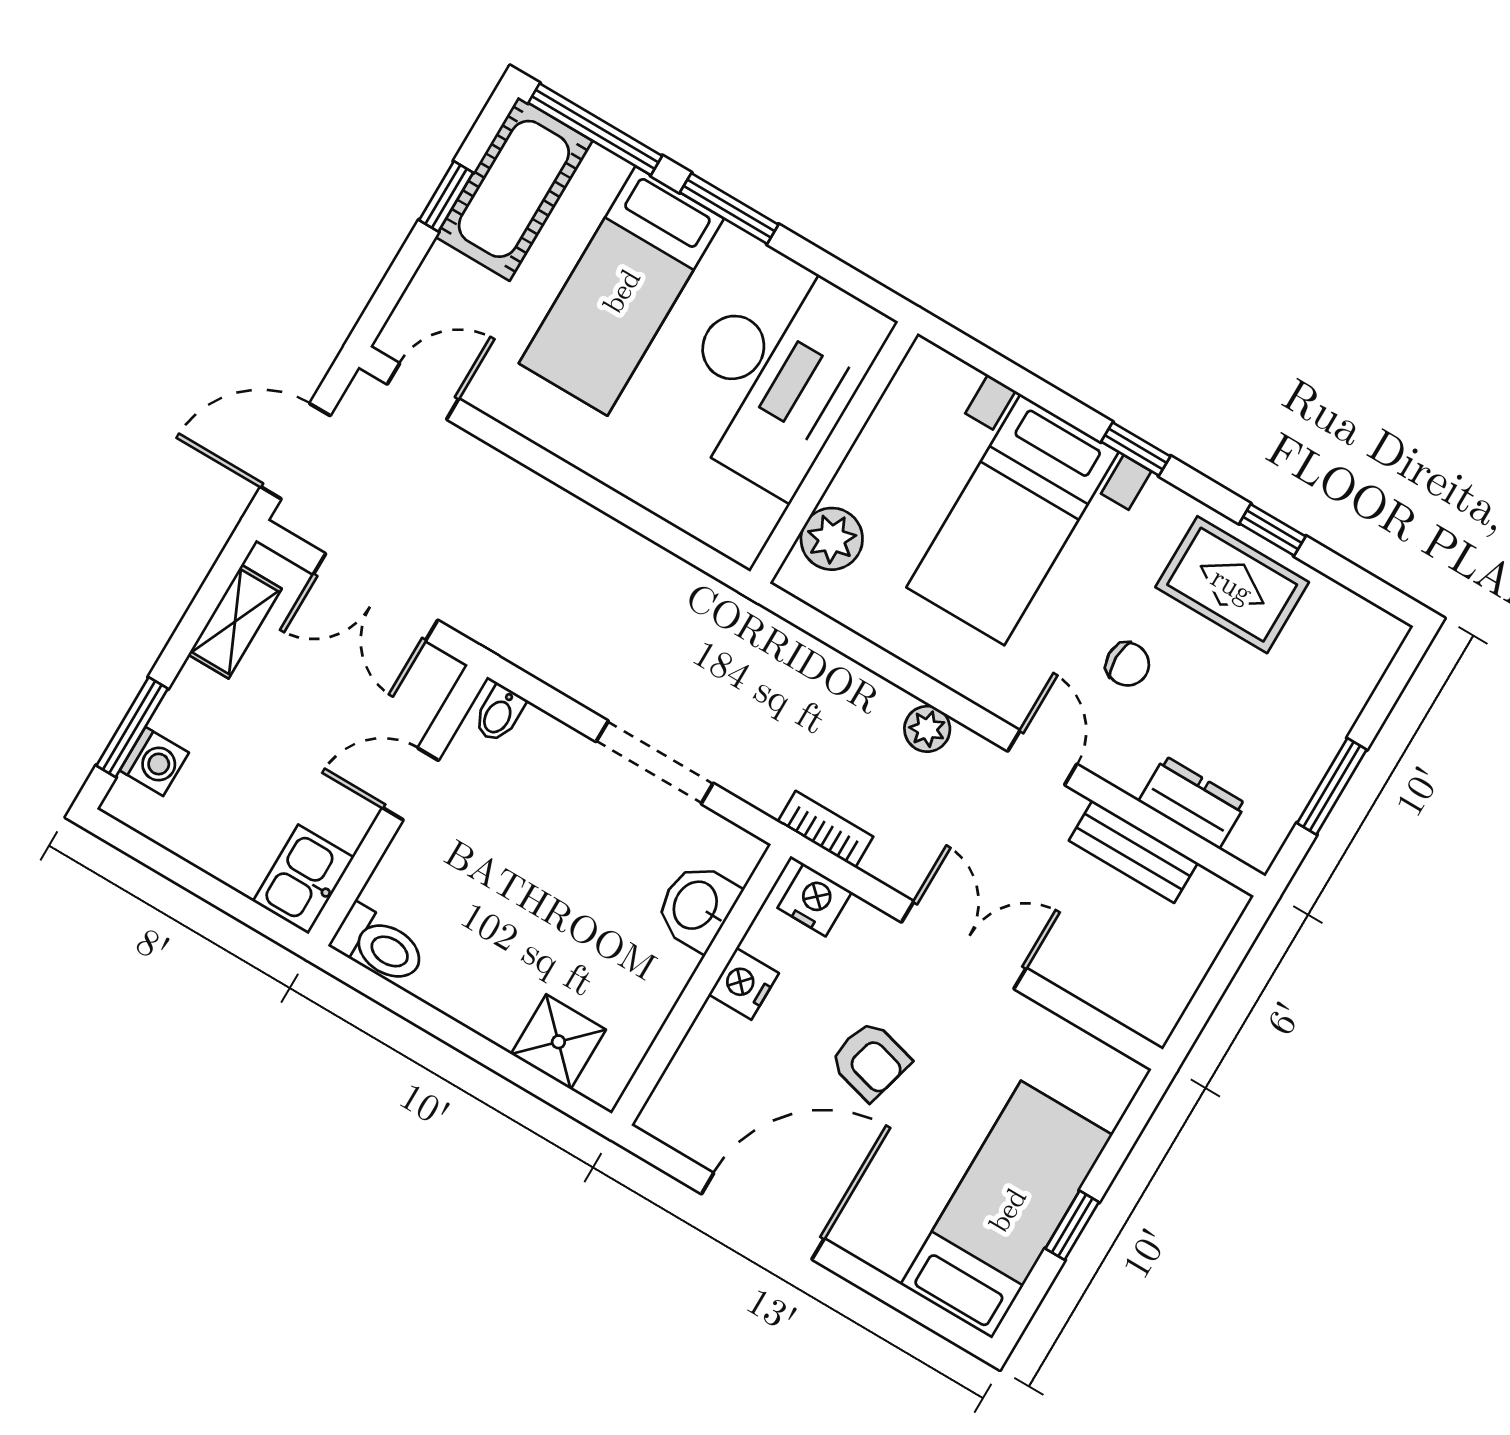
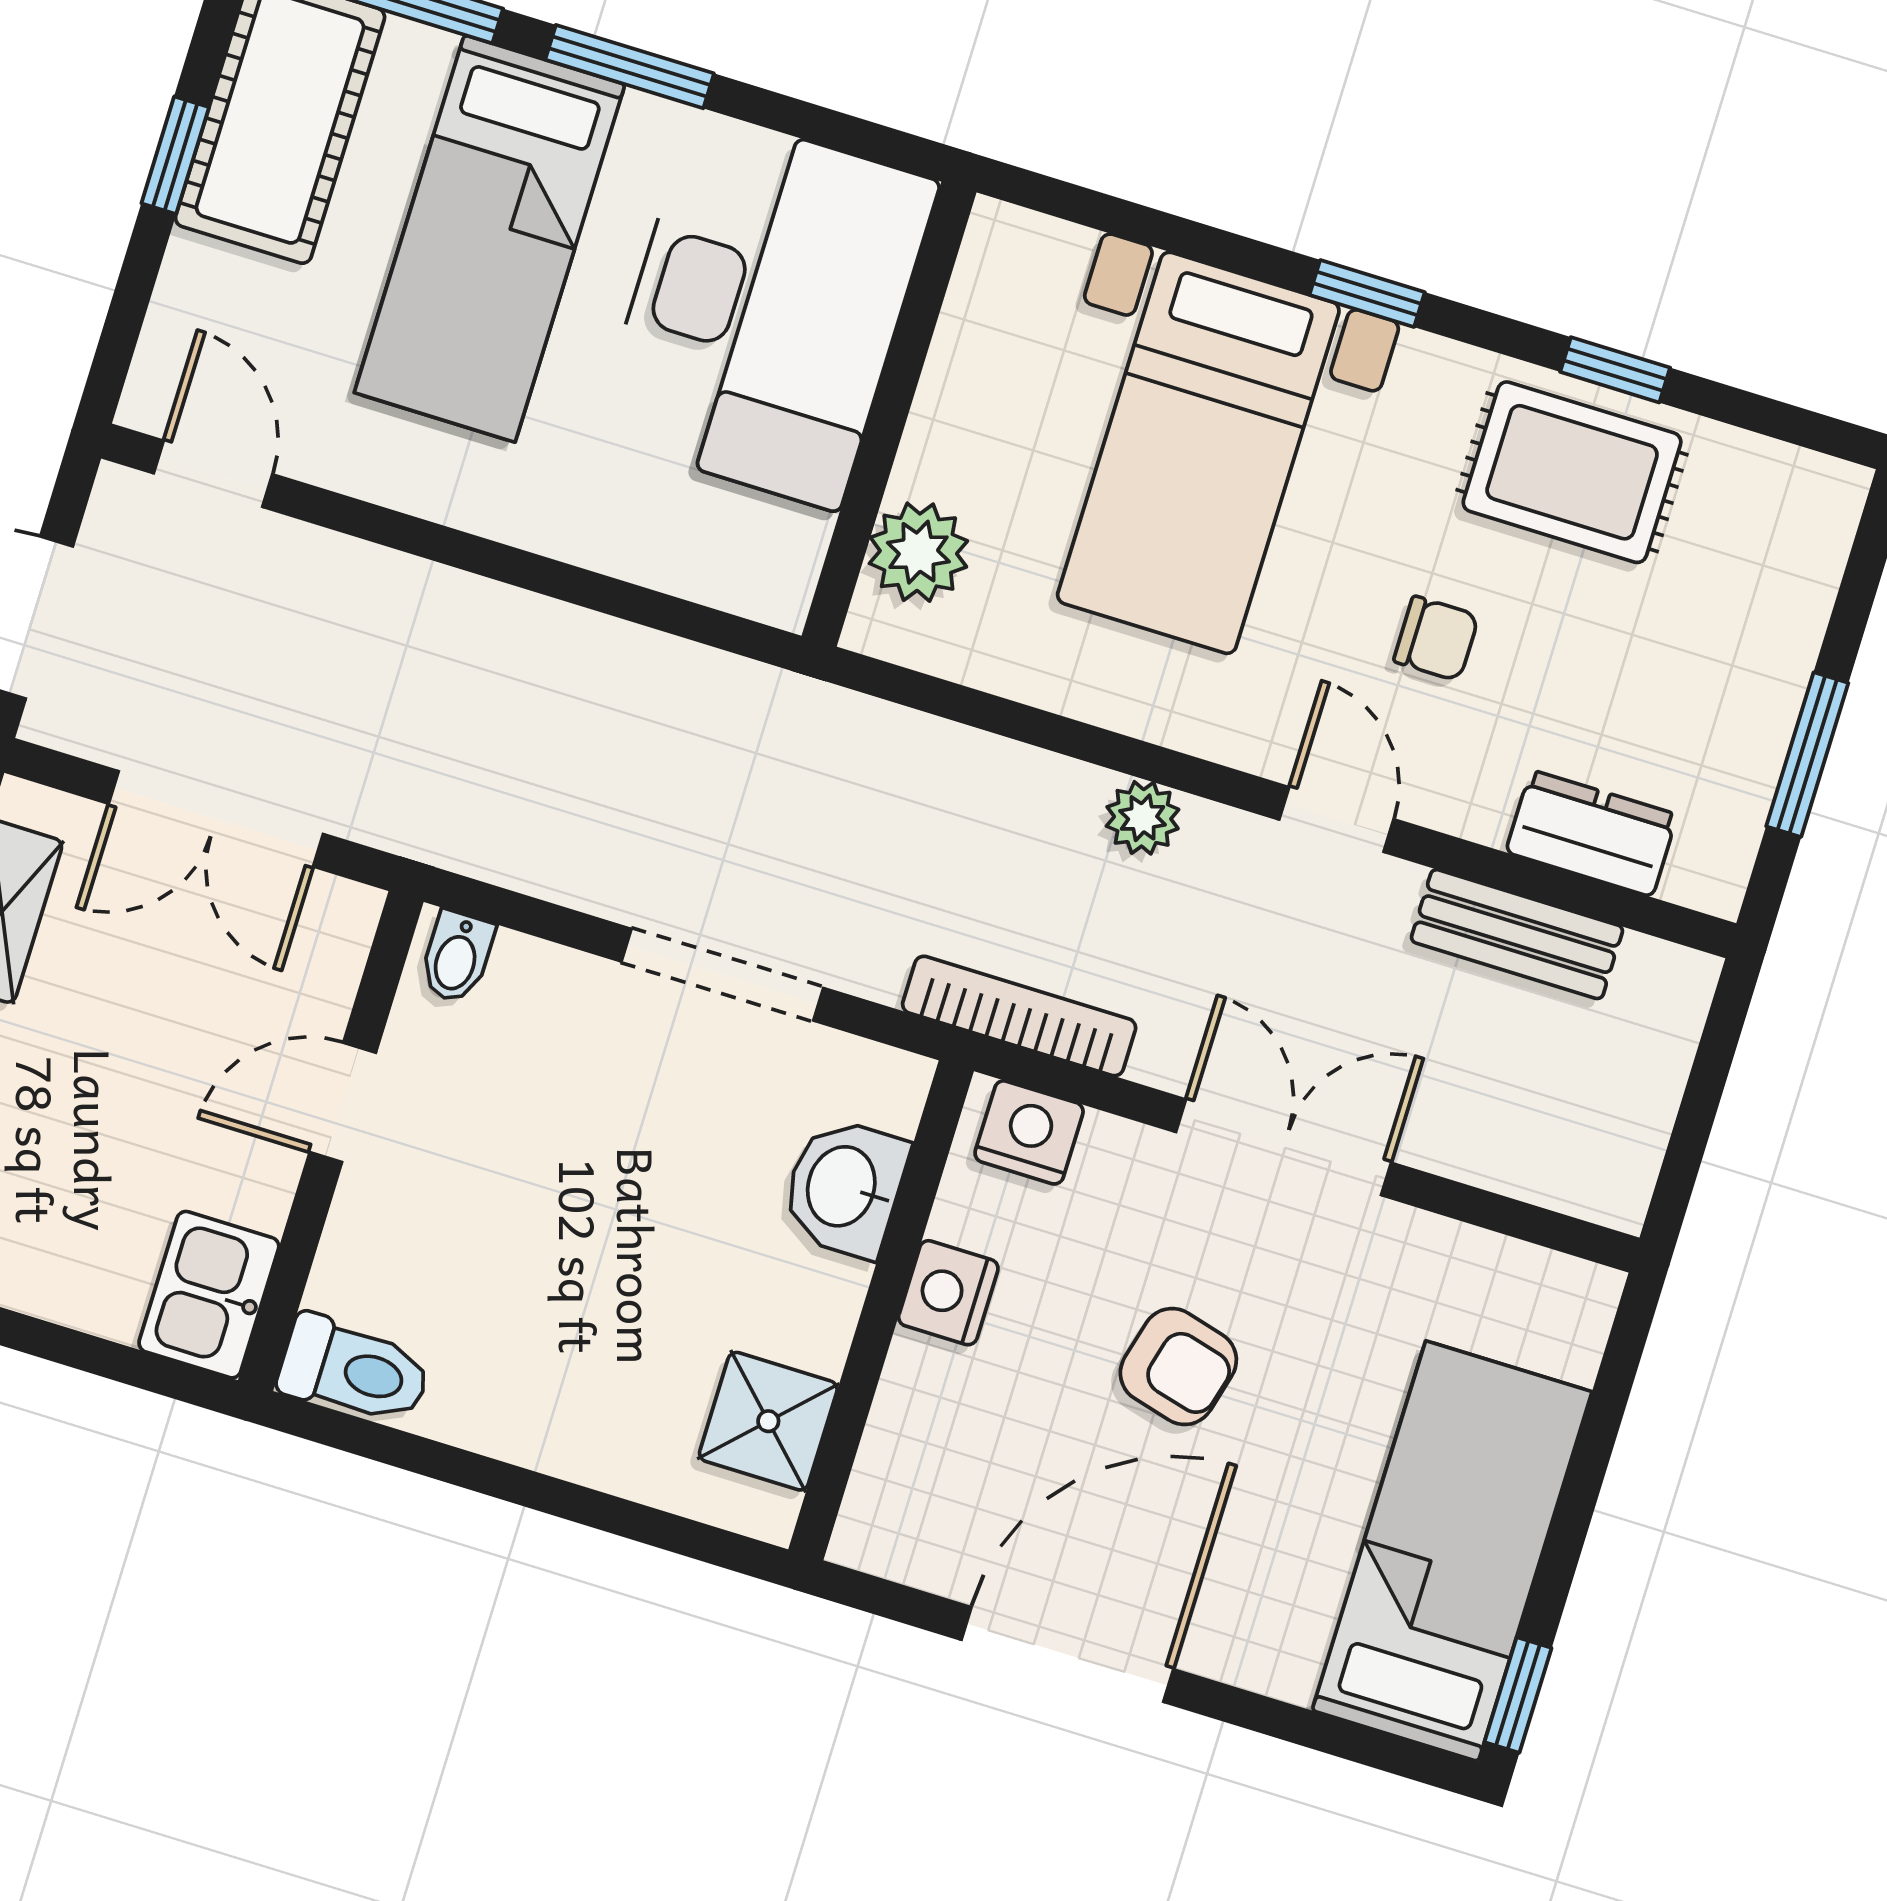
door: (423, 391) -> (213, 474), hinge flipped
bookcase: (825, 829) -> (1019, 1016), width x1.56
shower: (558, 1042) -> (768, 1421), moved
window: (1072, 1225) -> (1518, 1695), moved

